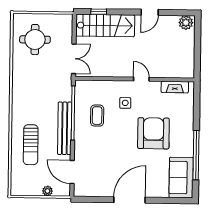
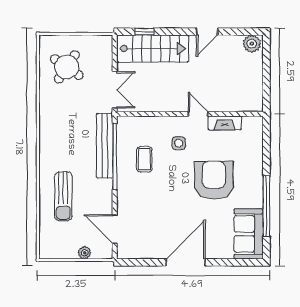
round table: (35, 40) -> (67, 67), turned 34
fireplace: (175, 87) -> (225, 123), moved
bench: (65, 128) -> (105, 146), moved

